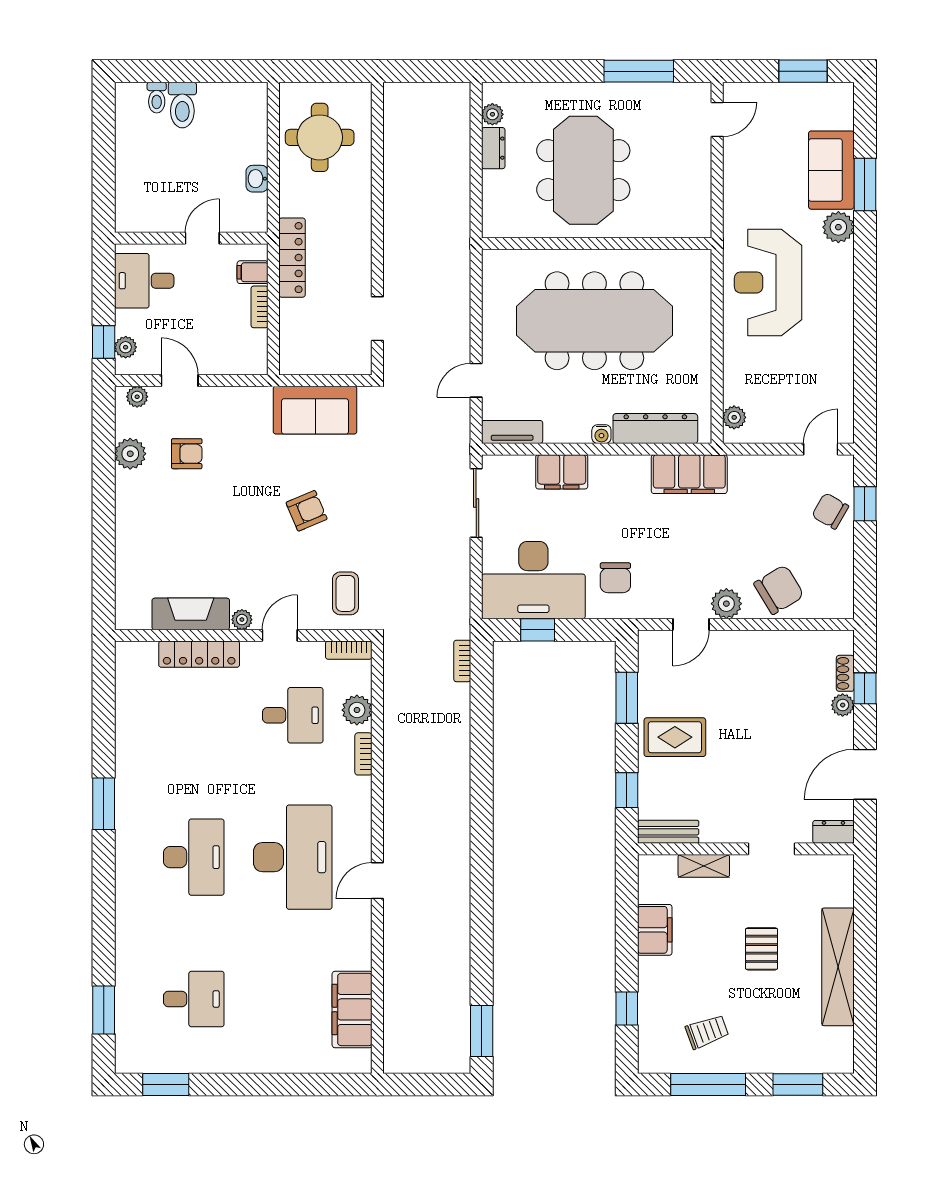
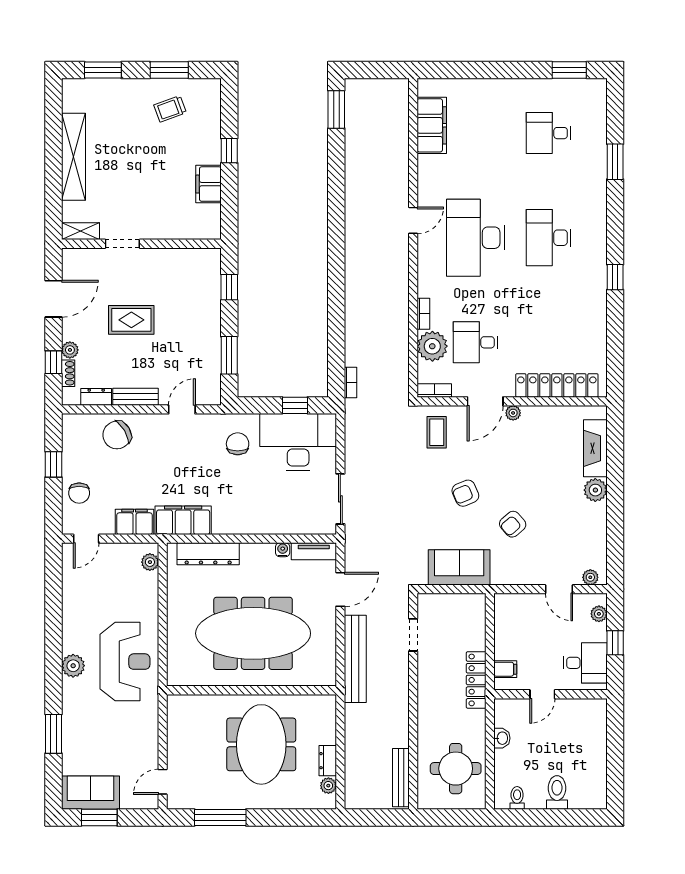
toilet: (157, 98) -> (517, 798), moved
bench: (394, 125) -> (401, 778), added
sofa: (831, 170) -> (91, 793), moved, turned -90
plant: (838, 227) -> (73, 666), moved
bench: (456, 286) -> (355, 659), added
bookcase: (260, 307) -> (500, 644), removed
window: (104, 342) -> (615, 643), moved
door: (476, 380) -> (340, 589), width x1.38
water cooler: (601, 434) -> (283, 550), moved
plant: (130, 454) -> (595, 490), moved
armchair: (187, 454) -> (513, 524), moved, turned -41
filing cabinet: (562, 472) -> (135, 522), moved
window: (865, 504) -> (53, 464), moved
chair: (830, 511) -> (79, 493), turned 60
plant: (726, 604) -> (156, 425), removed
fireplace: (191, 614) -> (595, 448), moved, turned 90
door: (280, 635) -> (485, 401), width x1.38
locker: (199, 654) -> (557, 385), width x1.41, depth x1.21
plant: (357, 710) -> (432, 346), width x1.36, depth x1.36
rug: (675, 737) -> (131, 320), moved
window: (104, 804) -> (615, 277), width x0.67
bench: (668, 832) -> (136, 397), moved
dresser: (833, 832) -> (96, 397), moved, turned 180
shelving: (704, 866) -> (80, 231), moved
pallet: (762, 949) -> (130, 170), removed
window: (627, 1009) -> (229, 151), moved
window: (104, 1010) -> (615, 162), moved
window: (708, 1084) -> (169, 70), width x0.69

